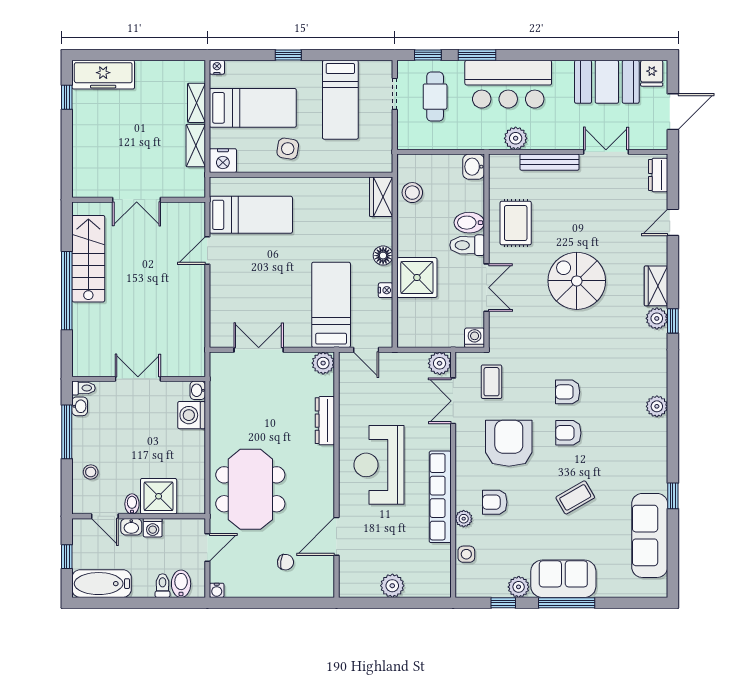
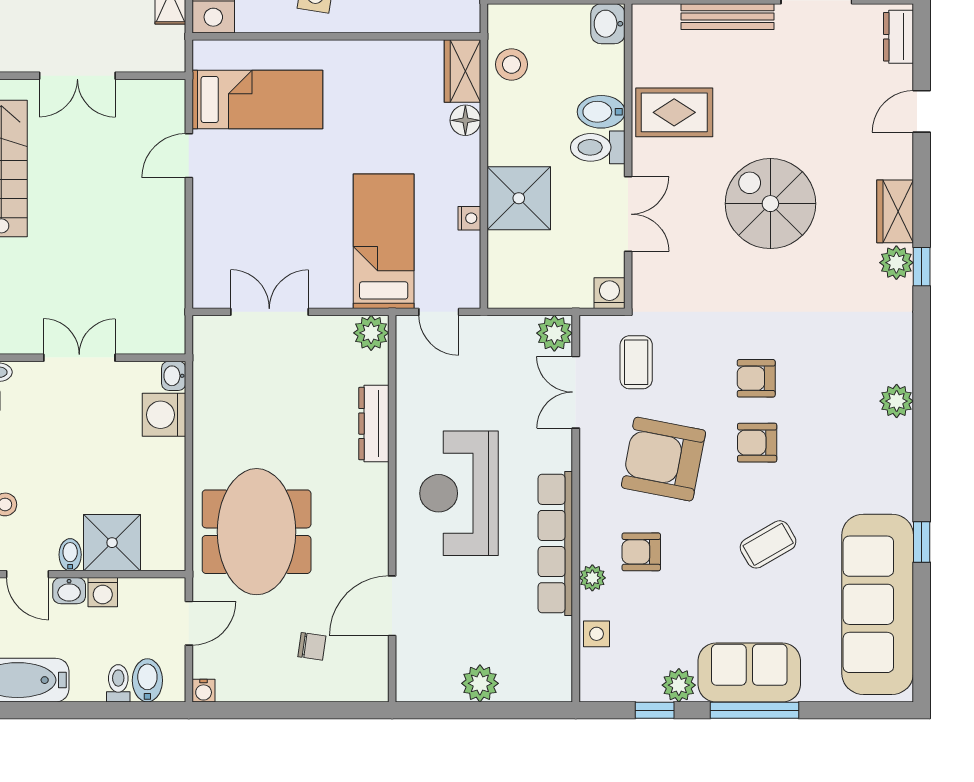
rug: (516, 223) -> (674, 112), turned 90
floor lamp: (383, 256) -> (465, 120), moved
armchair: (509, 443) -> (664, 459), turned -79
sofa: (650, 535) -> (878, 604), width x1.36, depth x1.27

